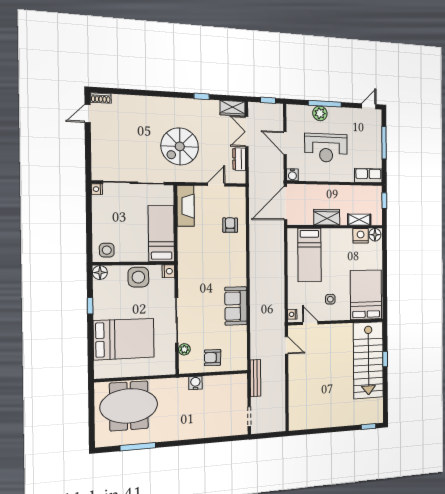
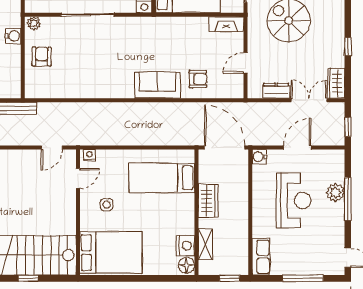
reception desk: (326, 148) -> (294, 200), turned 180
door: (216, 185) -> (245, 63), swing flipped
fireplace: (185, 206) -> (226, 24), width x0.73, depth x0.76
sofa: (236, 306) -> (158, 85), moved
plant: (184, 349) -> (34, 23), moved

